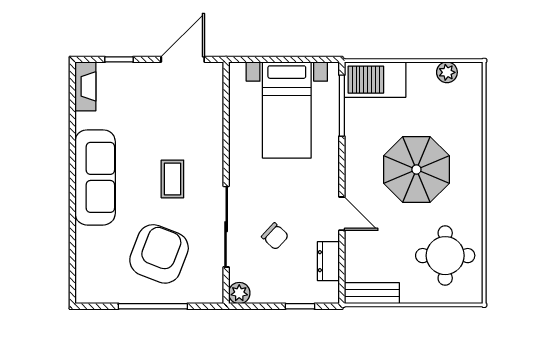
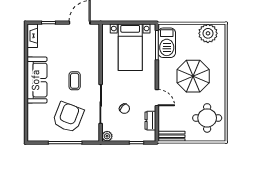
plant: (447, 72) -> (208, 33), width x1.87, depth x1.87
barbecue: (375, 80) -> (167, 43), moved, turned -90

